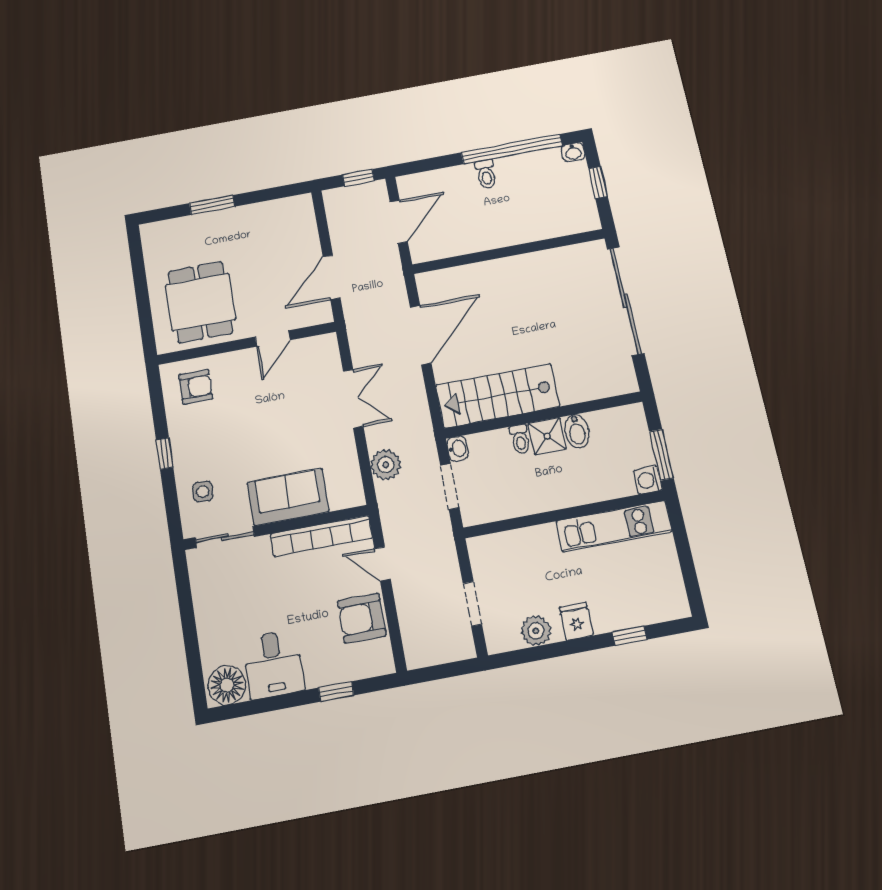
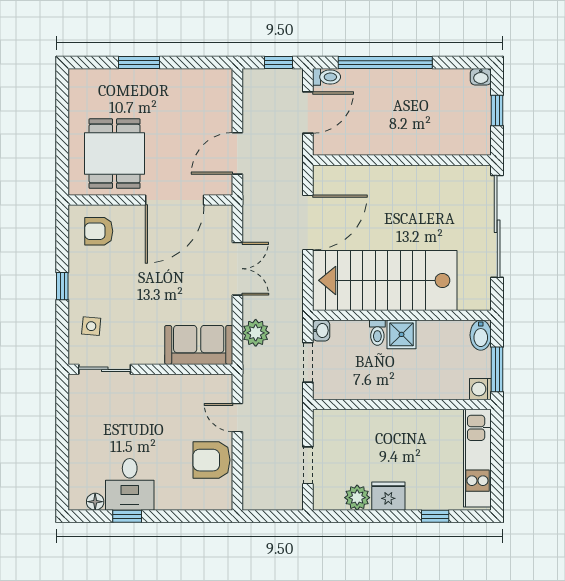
window: (512, 149) -> (385, 63), moved
toilet: (486, 174) -> (327, 77), moved, turned -90
door: (273, 338) -> (175, 200), width x1.87
armchair: (196, 387) -> (99, 231), turned 180
stairs: (498, 396) -> (385, 280), width x1.36, depth x1.51
bidet: (577, 431) -> (481, 335), moved
sofa: (288, 497) -> (199, 345), moved
kitchen unit: (614, 526) -> (477, 458), moved, turned 90
bookcase: (321, 536) -> (189, 384), removed
fridge: (576, 621) -> (388, 496), width x1.38
floor lamp: (227, 685) -> (95, 502), width x0.53, depth x0.53
window: (336, 692) -> (127, 516), moved

